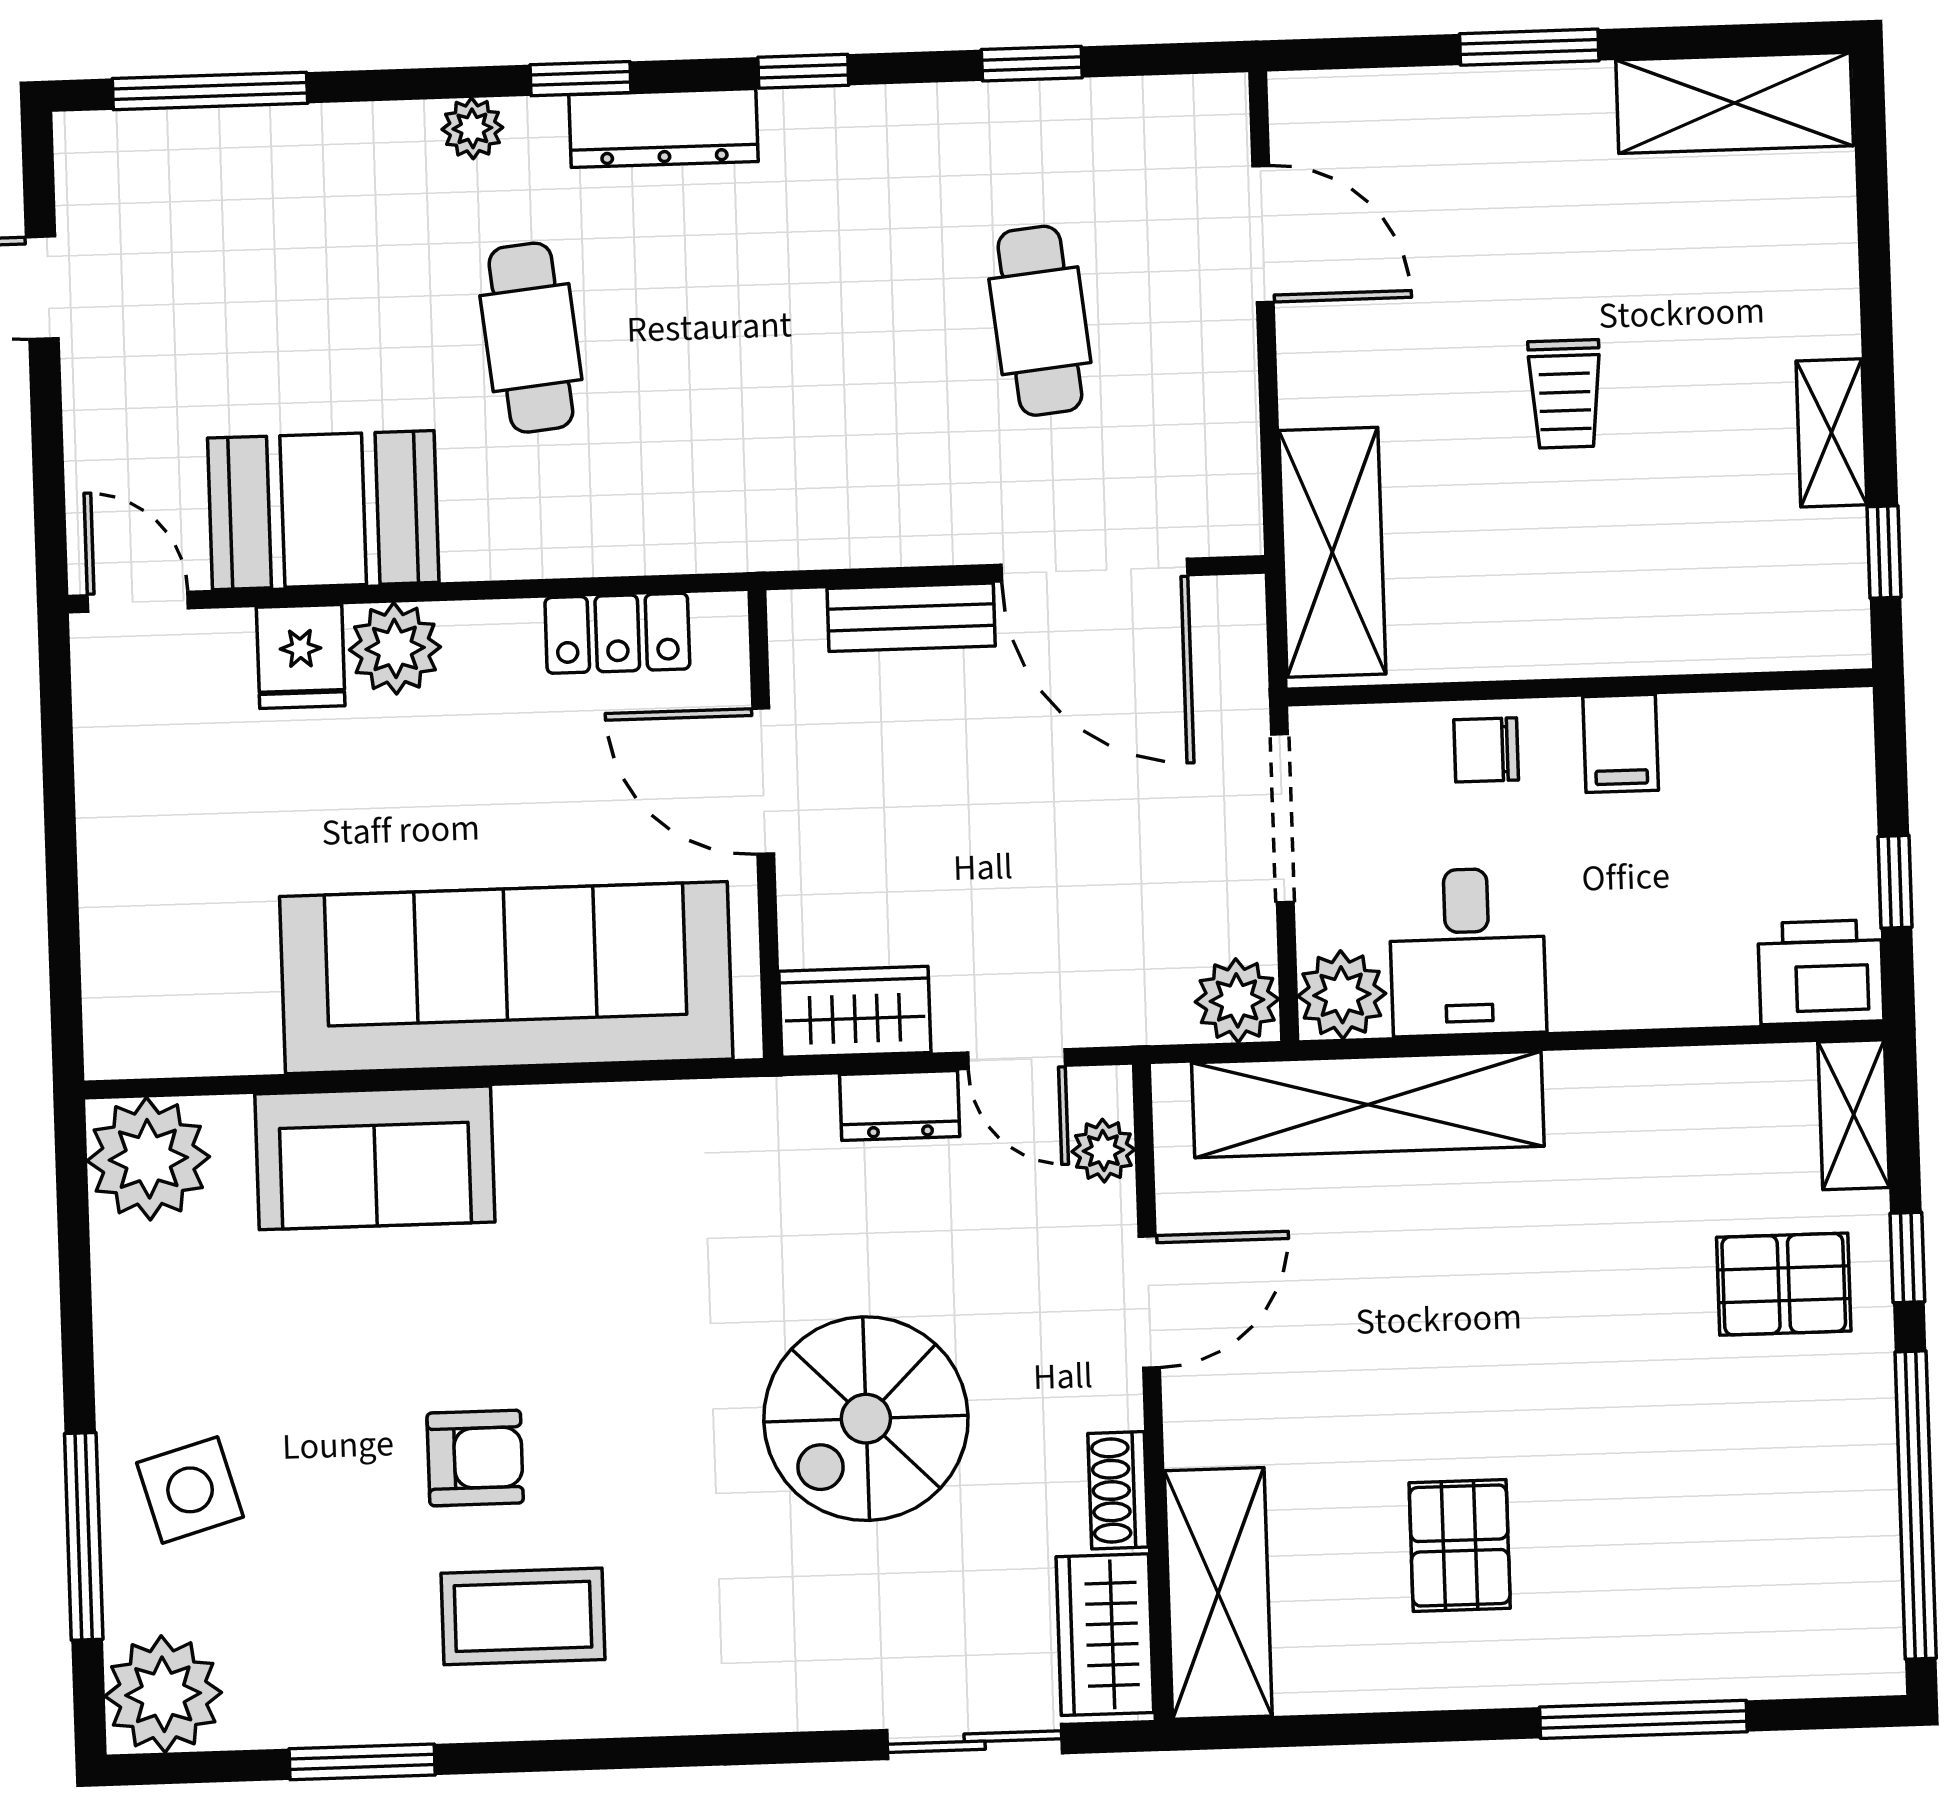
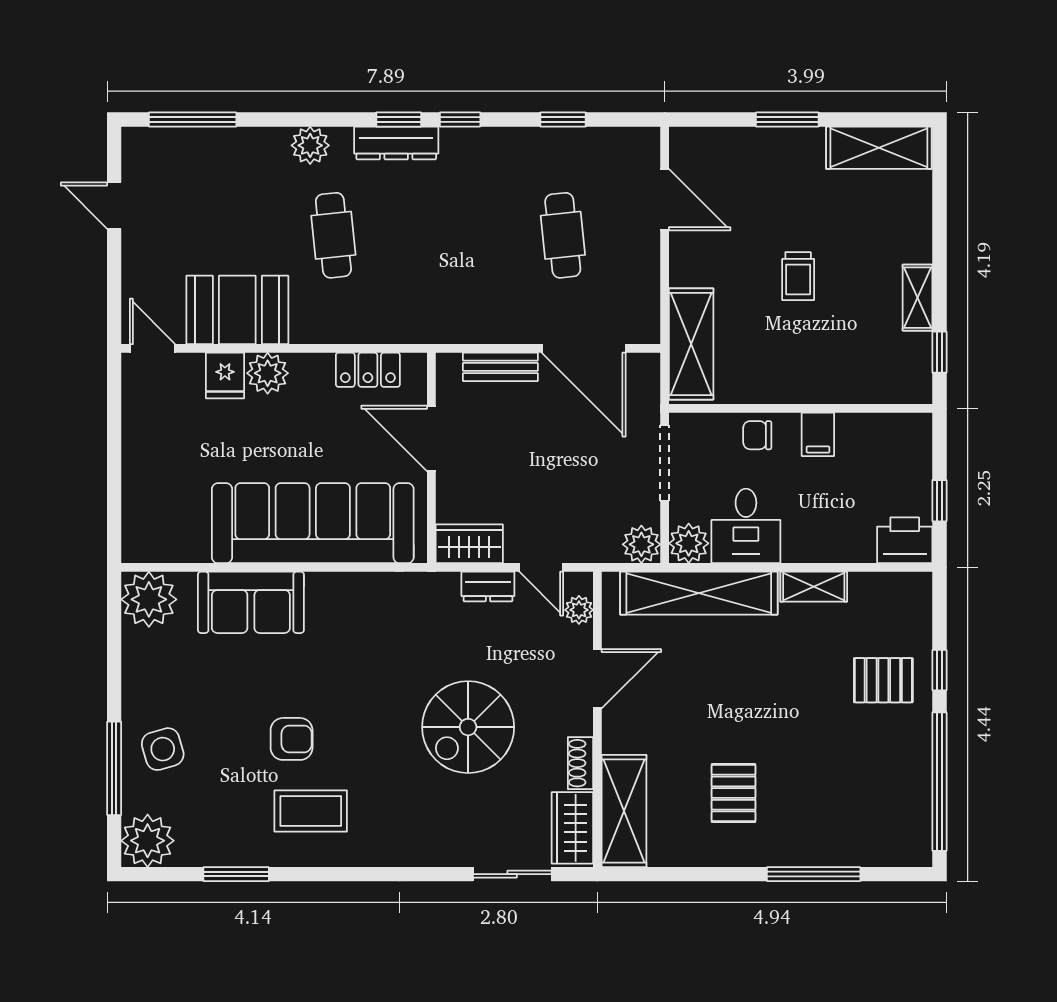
window: (580, 79) -> (399, 119), moved
plant: (472, 128) -> (310, 145), width x1.38, depth x1.38
shelving: (1854, 1115) -> (814, 587), moved, turned 90

